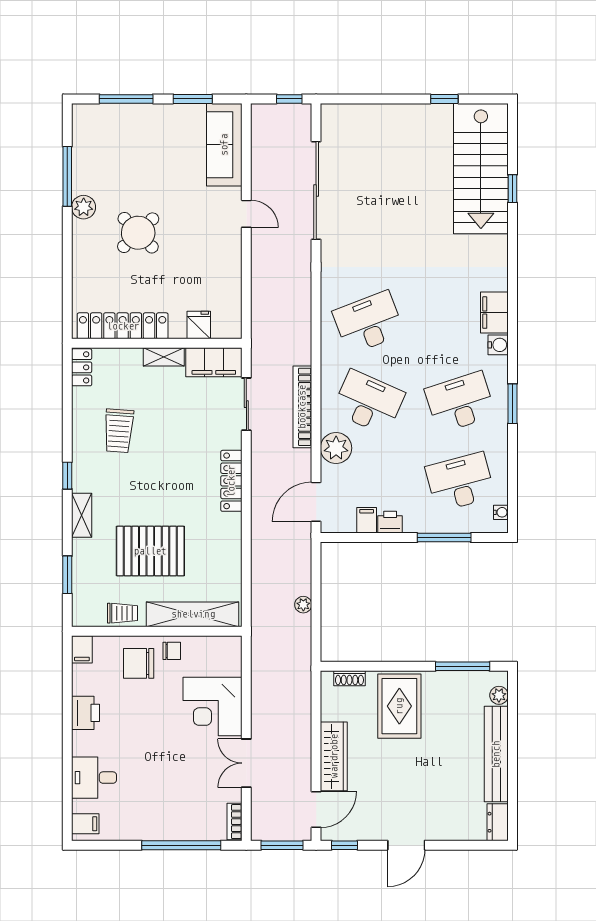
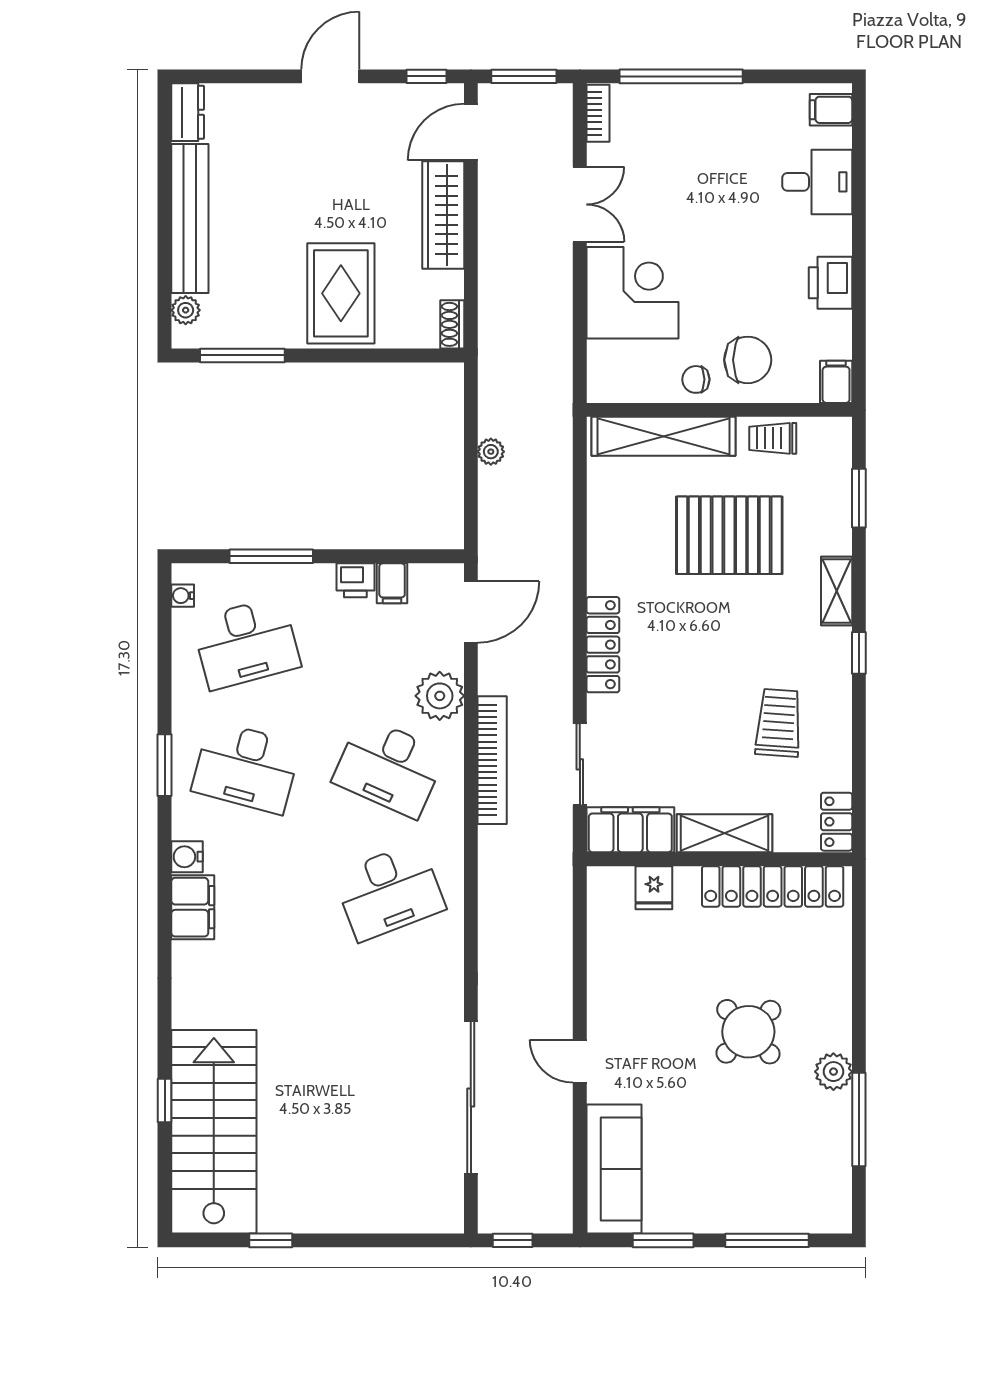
shelving: (164, 357) -> (724, 833), width x1.50, depth x1.33
desk: (460, 402) -> (246, 767), turned 33
shoe rack: (349, 678) -> (452, 324), moved, turned -90

